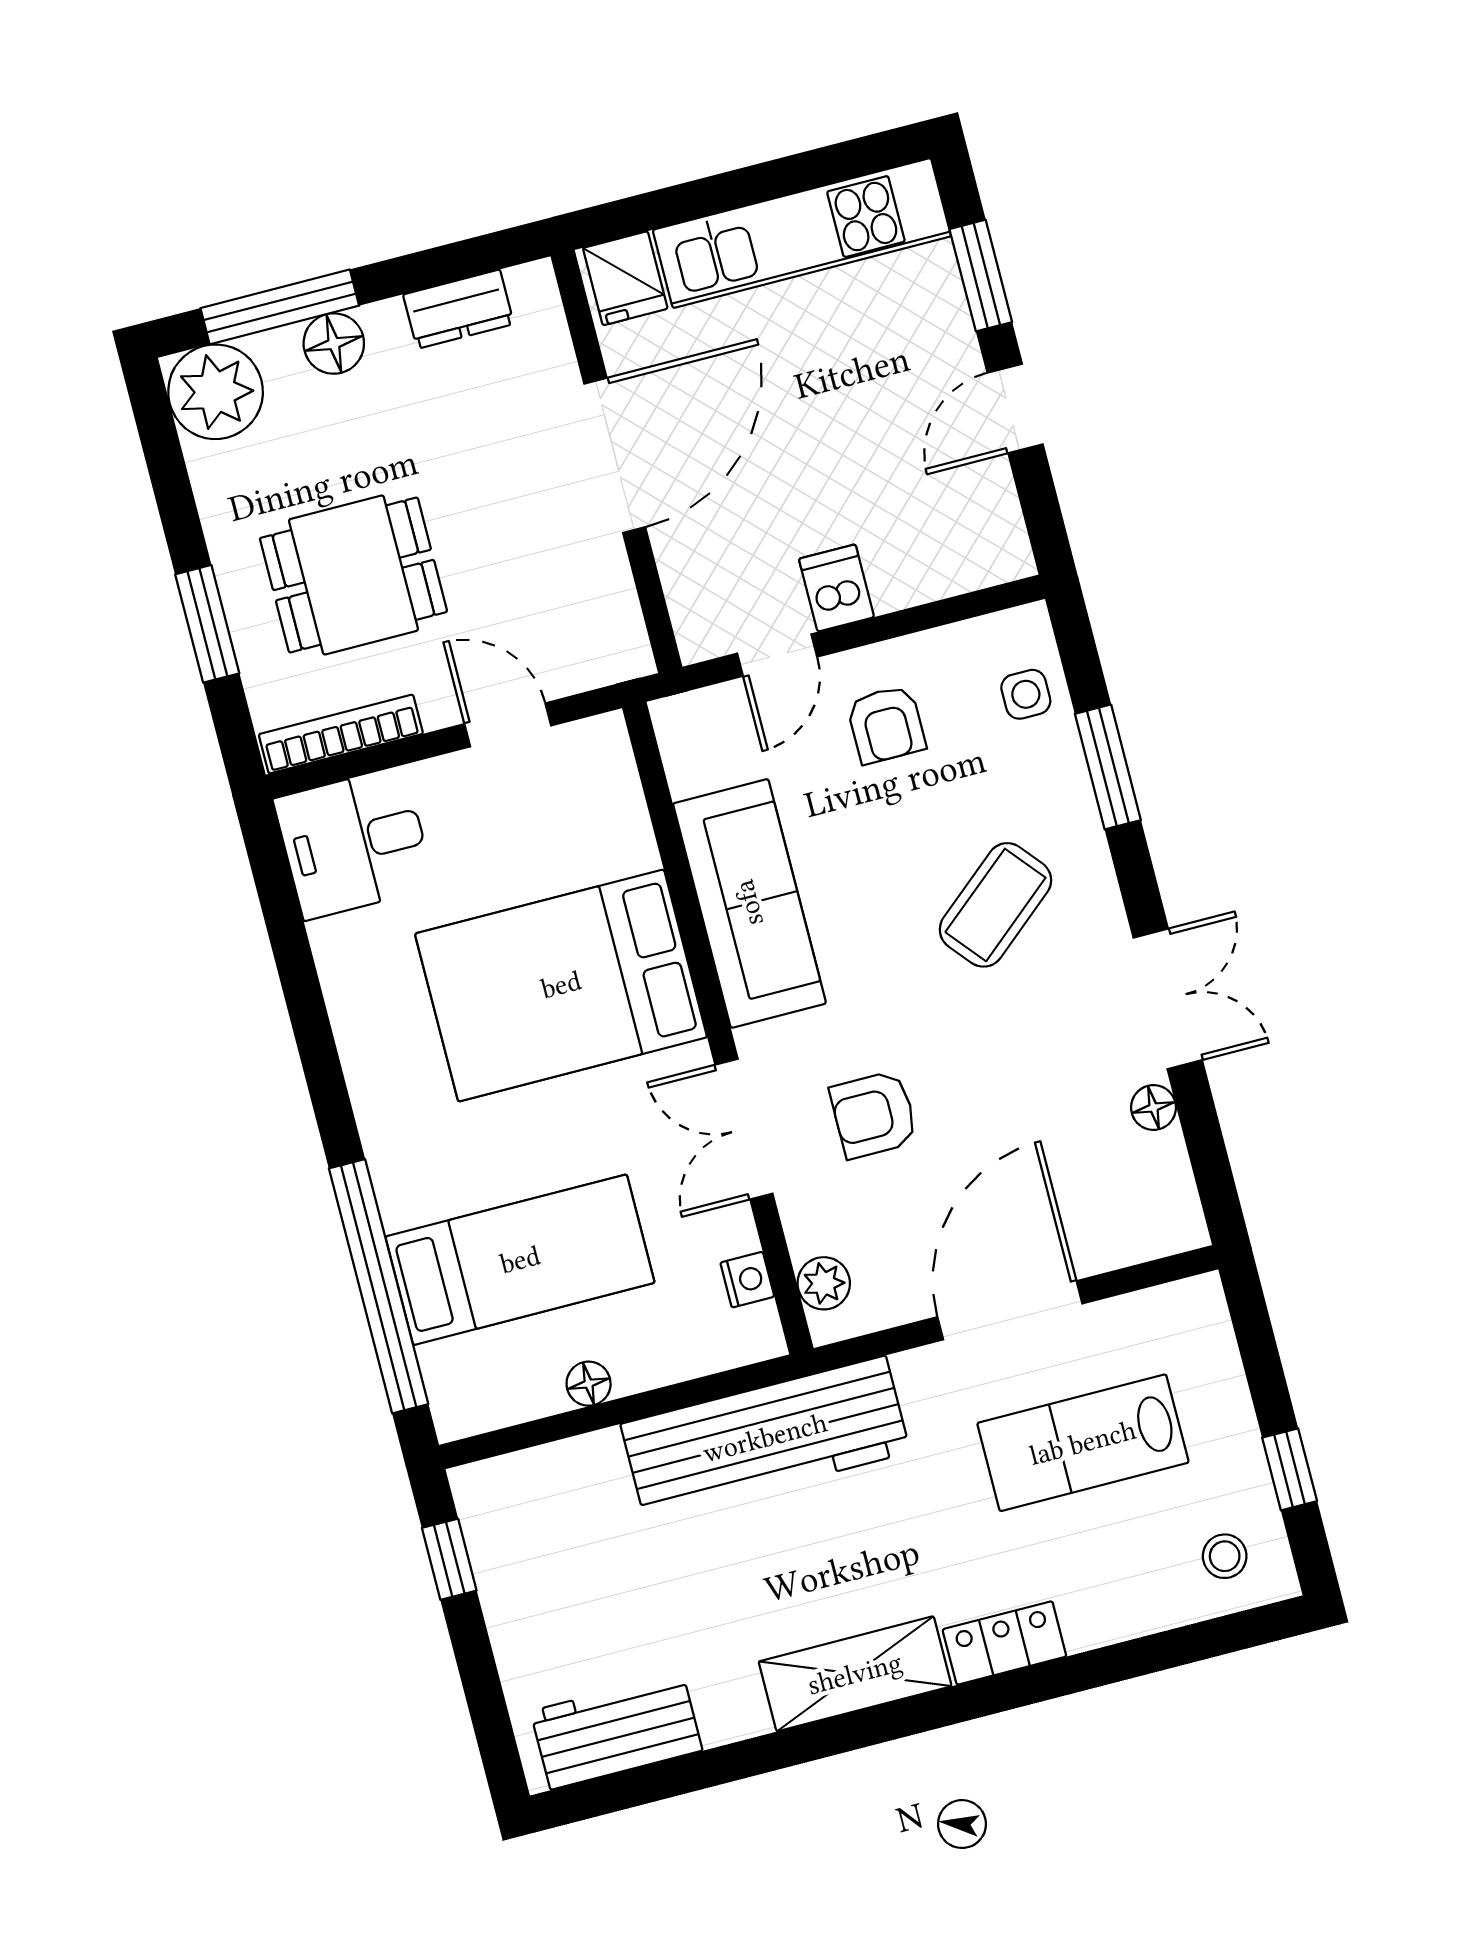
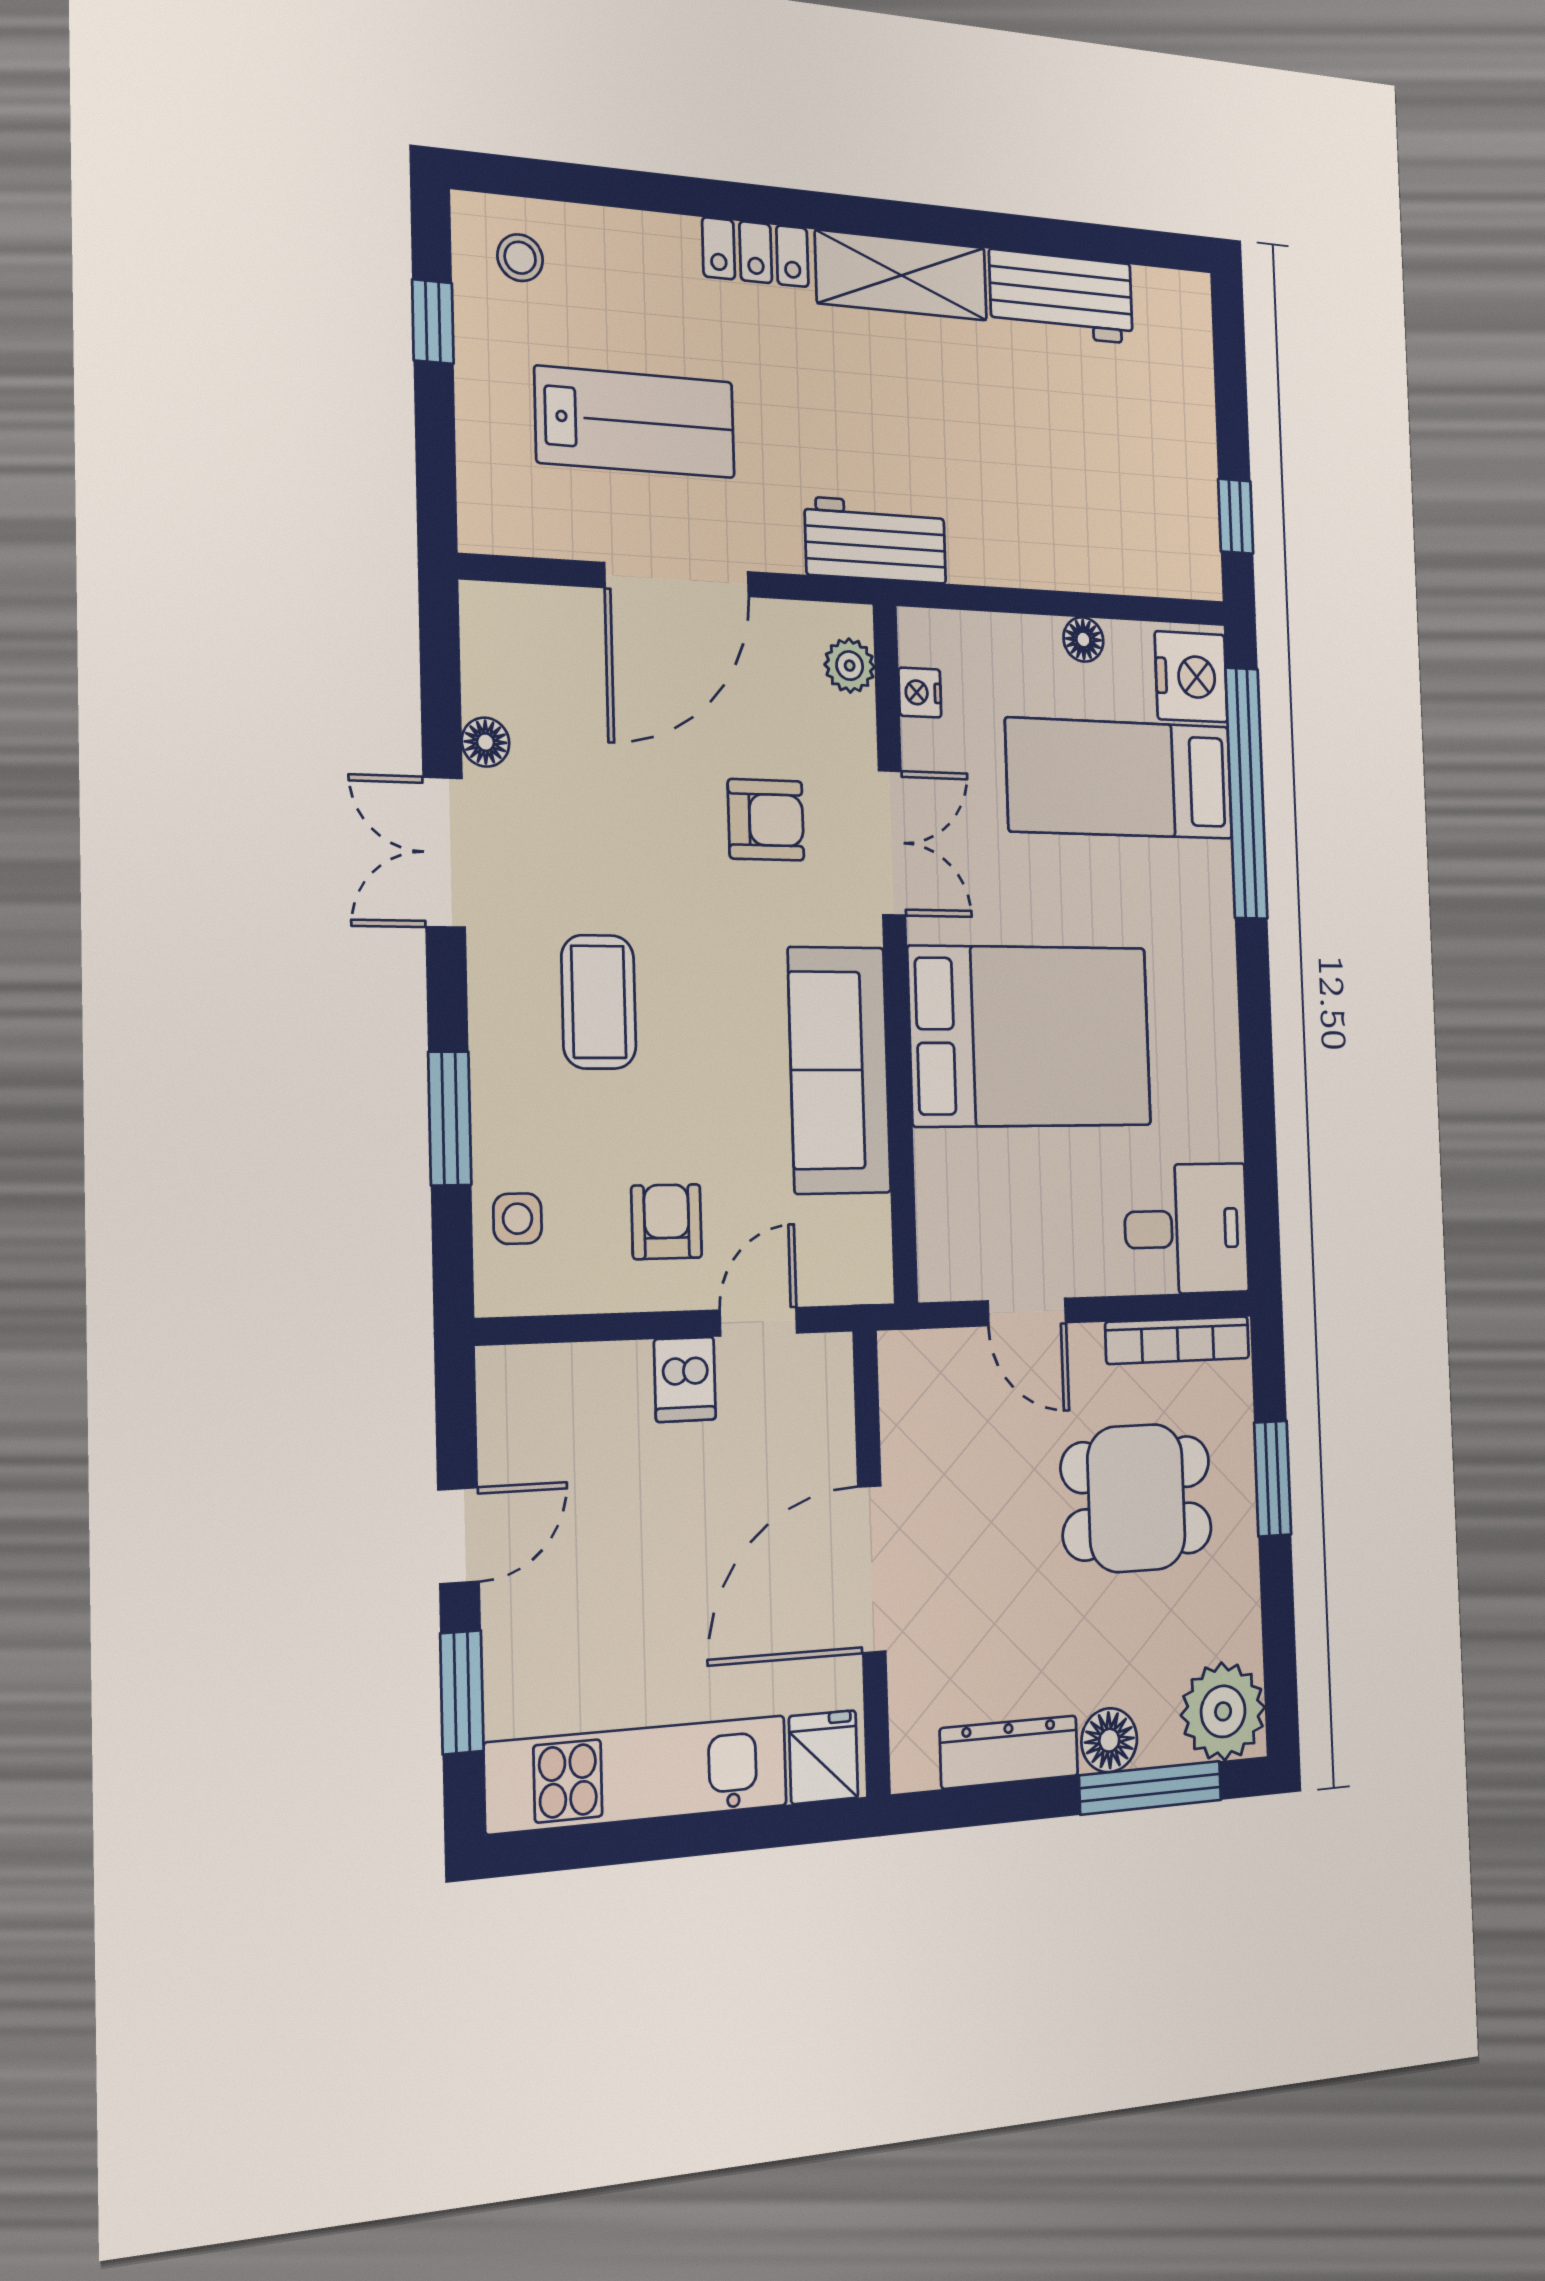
dresser: (458, 309) -> (1009, 1752), width x1.44
coffee table: (995, 905) -> (599, 1002), turned -50
nightstand: (464, 1383) -> (1191, 677), added
workbench: (765, 1438) -> (876, 540), width x0.53, depth x0.76
workbench: (616, 1731) -> (1061, 297), moved

